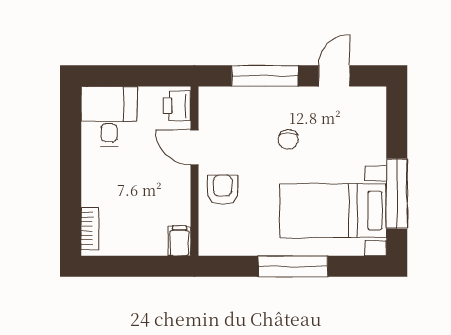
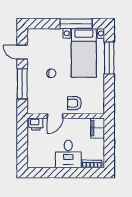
desk: (109, 117) -> (68, 154), moved, turned -90
filing cabinet: (179, 241) -> (98, 128), width x2.00
window: (293, 266) -> (109, 58), moved

